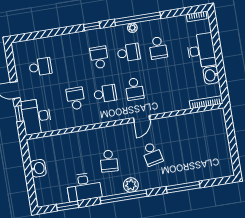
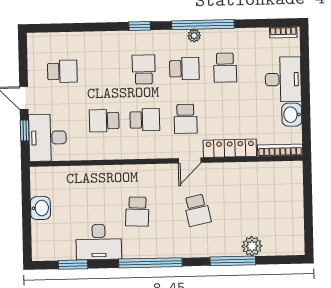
school desk: (76, 98) -> (104, 121), turned -90
locker: (170, 106) -> (230, 148), added
plant: (131, 185) -> (252, 246), moved

